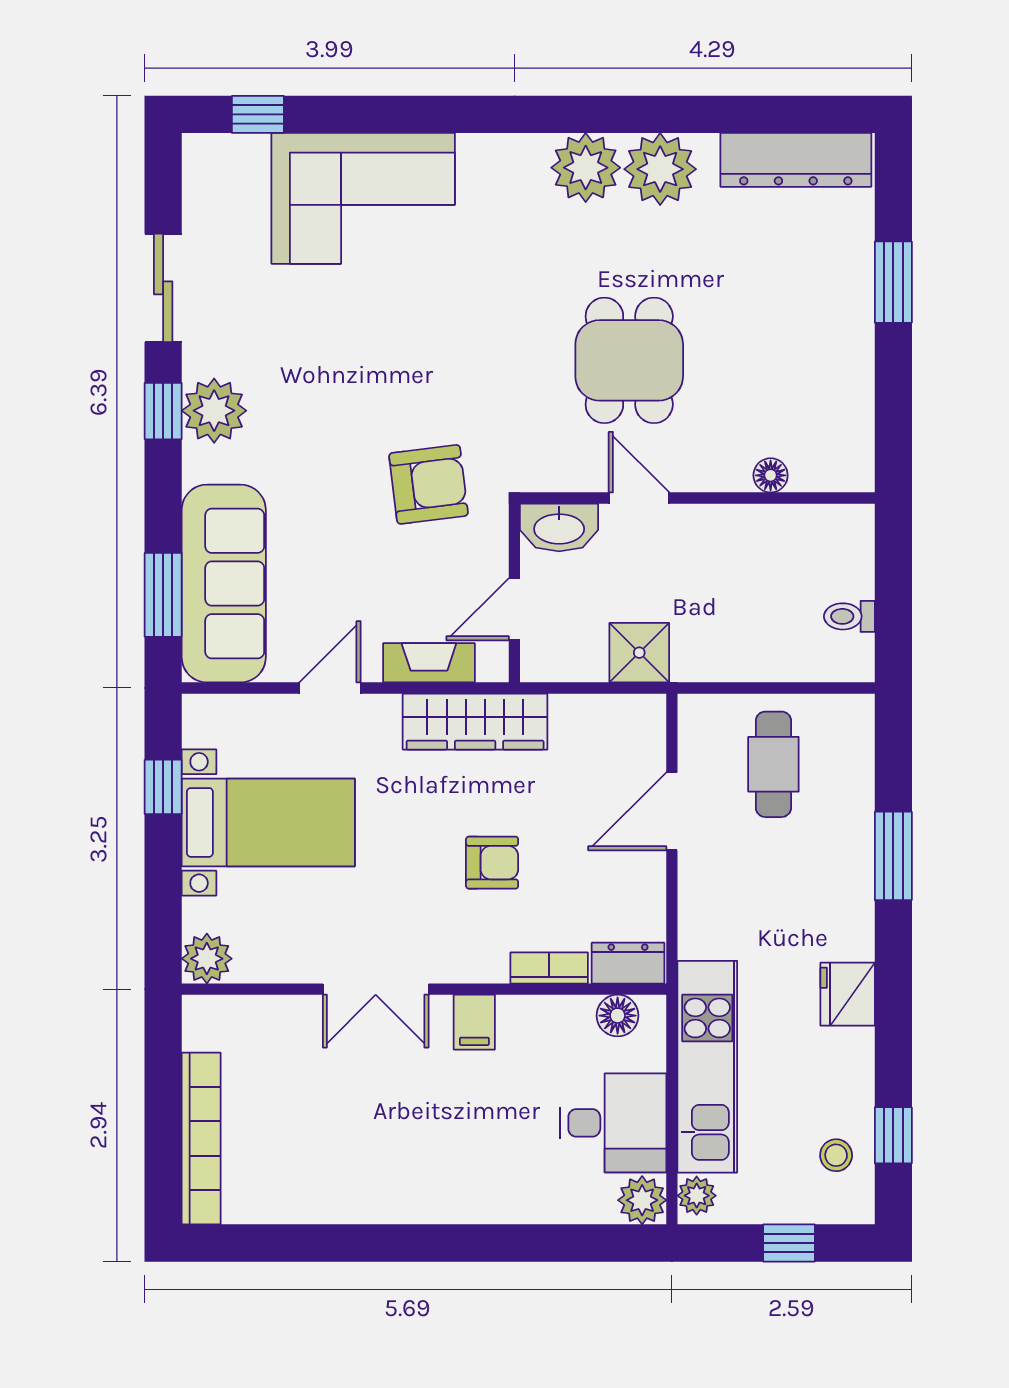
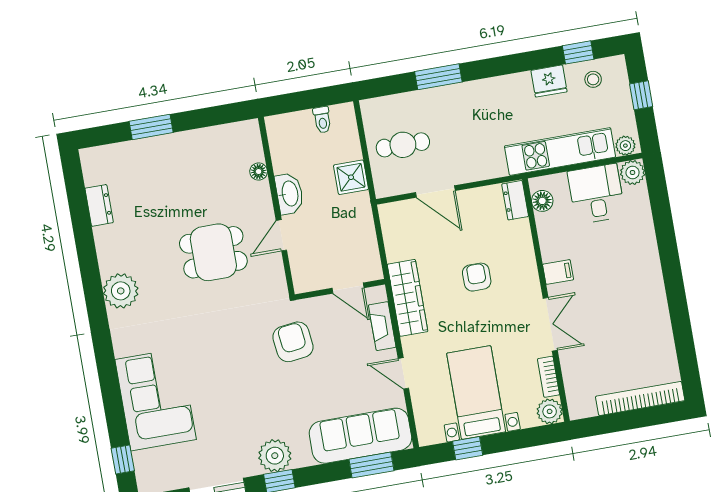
dresser: (796, 160) -> (99, 205), width x0.51, depth x0.80
plant: (660, 169) -> (115, 254), removed
washbasin: (559, 527) -> (289, 194), moved
shower: (639, 653) -> (351, 177), moved
bookcase: (549, 968) -> (548, 377), moved
fridge: (848, 994) -> (549, 81), moved

